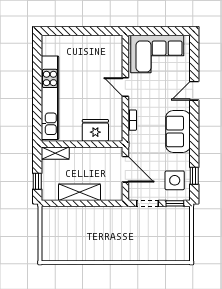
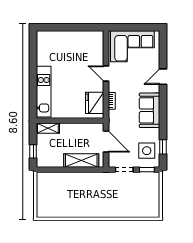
kitchen unit: (50, 98) -> (44, 92), width x0.73
fridge: (95, 130) -> (95, 103), moved, turned -90
shelving: (79, 192) -> (81, 160), moved

